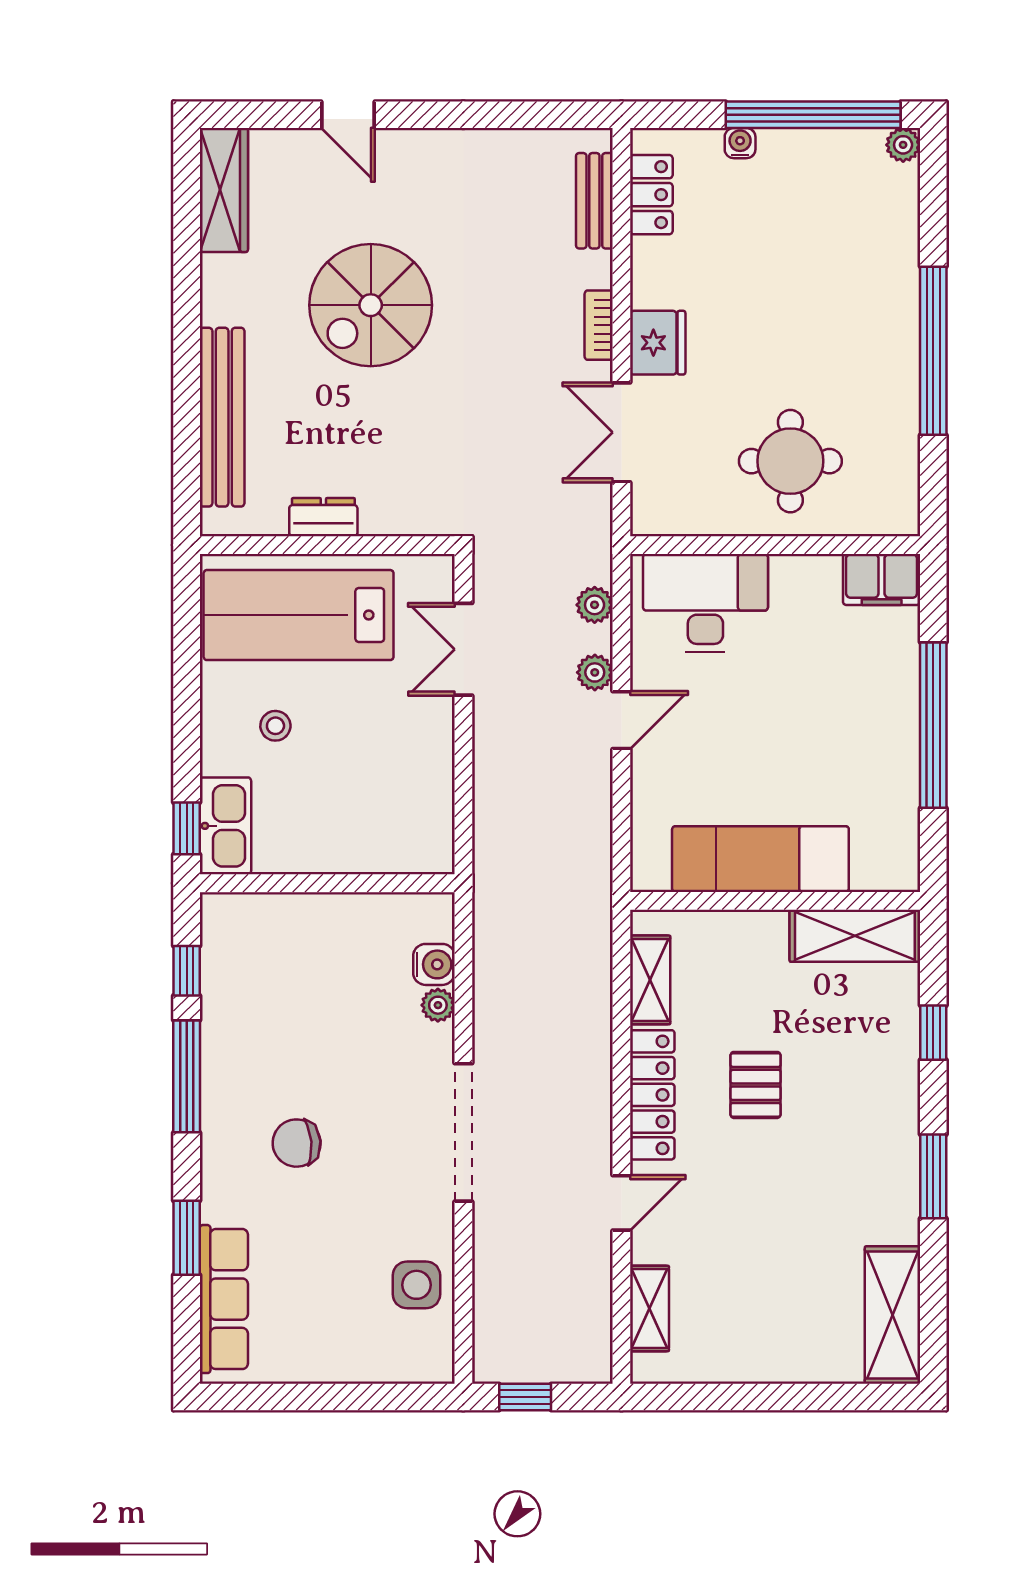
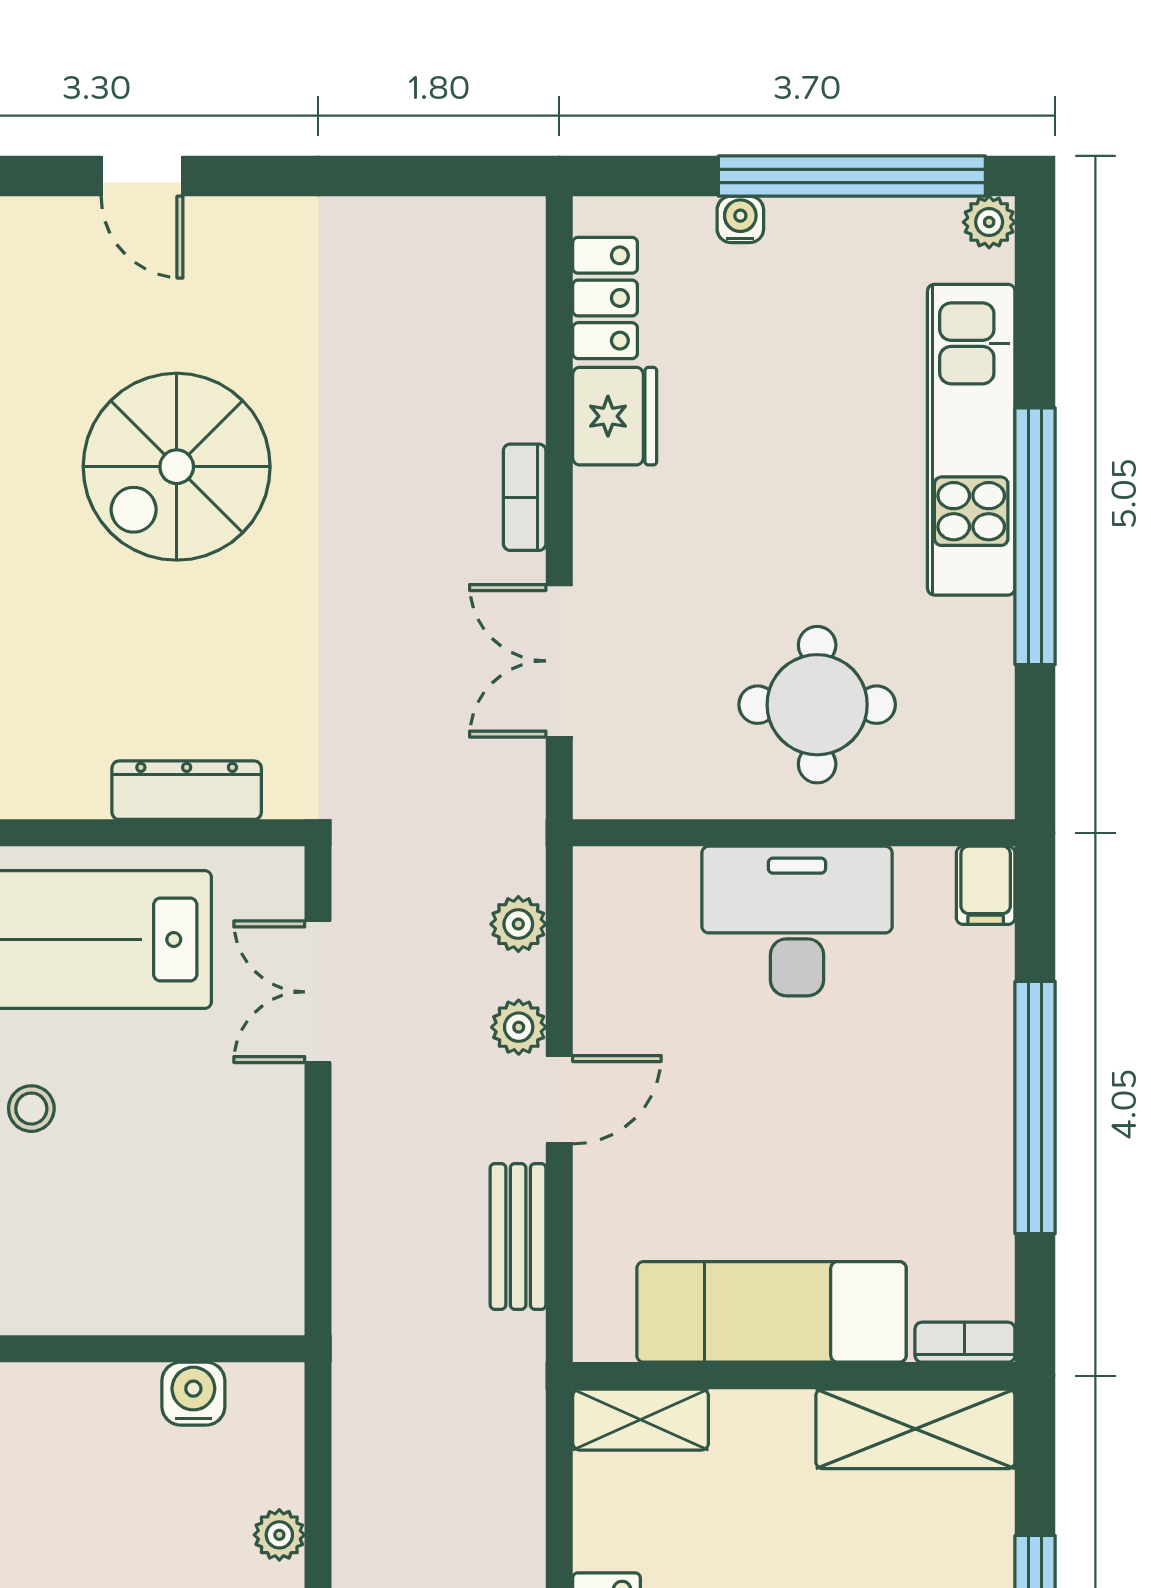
bench: (594, 201) -> (518, 1236), moved
kitchen unit: (891, 287) -> (971, 440), added
fridge: (658, 343) -> (615, 416), moved
dresser: (323, 517) -> (187, 790), moved, width x1.44
filing cabinet: (882, 580) -> (986, 885), width x0.50
desk: (705, 603) -> (797, 921), moved
bookcase: (887, 879) -> (965, 1342), added
water cooler: (434, 964) -> (193, 1394), moved, turned -90
shelving: (650, 980) -> (641, 1420), moved, turned 90

